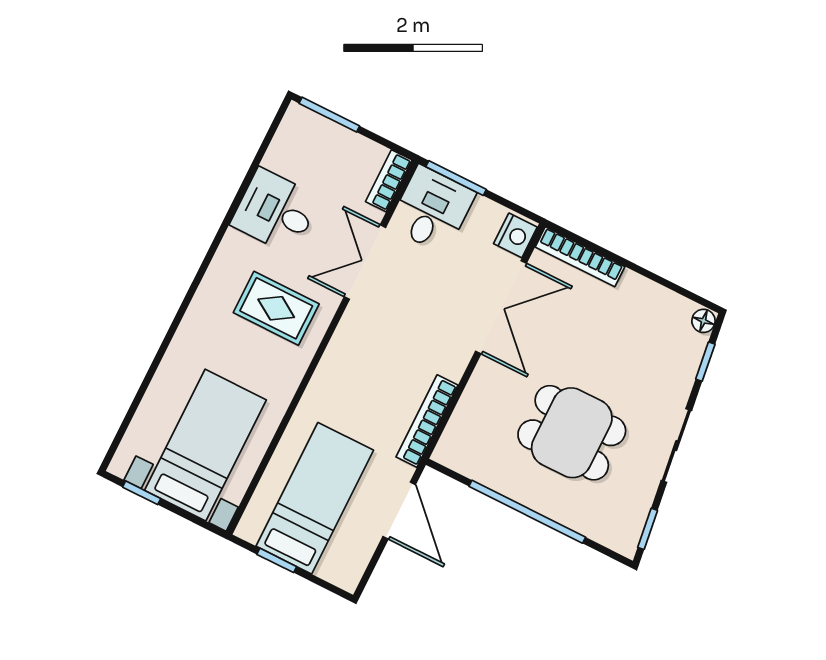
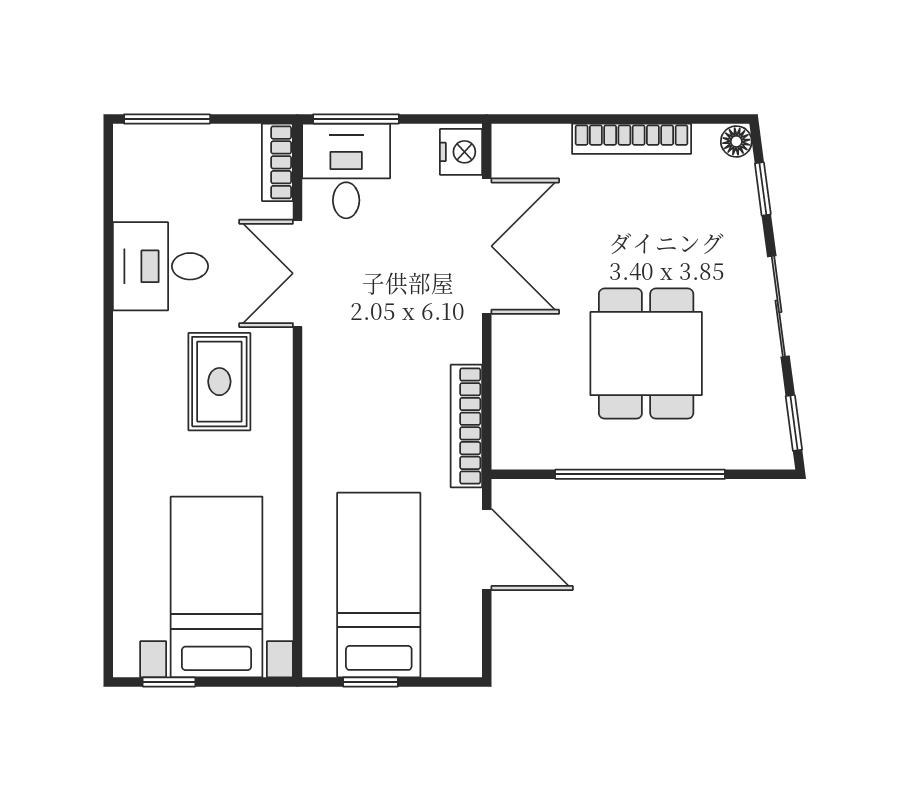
bookcase: (580, 257) -> (632, 139), moved
rug: (276, 308) -> (219, 382), turned 90
dining table: (572, 433) -> (646, 354), turned 90

